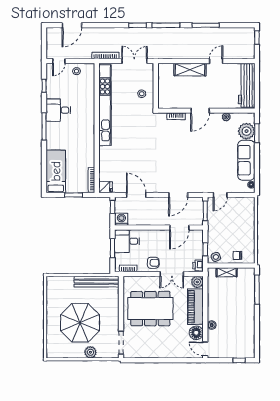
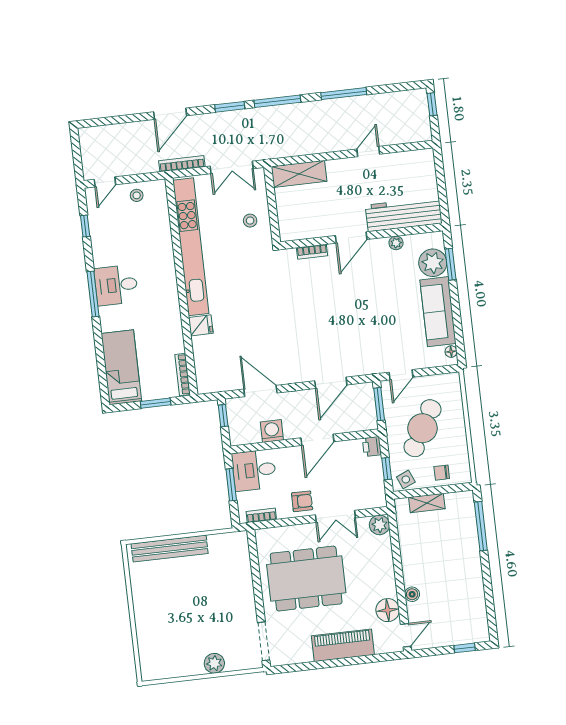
door: (72, 25) -> (170, 114), moved
double door: (134, 61) -> (232, 167), swing flipped
shelving: (190, 70) -> (299, 174), moved
workbench: (247, 85) -> (404, 214), moved, turned 90
desk: (58, 110) -> (116, 285), moved
fridge: (106, 187) -> (201, 325), moved
washing machine: (121, 219) -> (272, 431), moved
door: (179, 228) -> (317, 440), moved
cafe table: (229, 228) -> (422, 428), added
printer: (198, 266) -> (372, 447), moved
bench: (97, 282) -> (170, 549), moved
piano: (195, 307) -> (343, 645), moved, turned 90
parasol: (80, 323) -> (191, 616), removed
door: (205, 349) -> (406, 635), swing flipped

